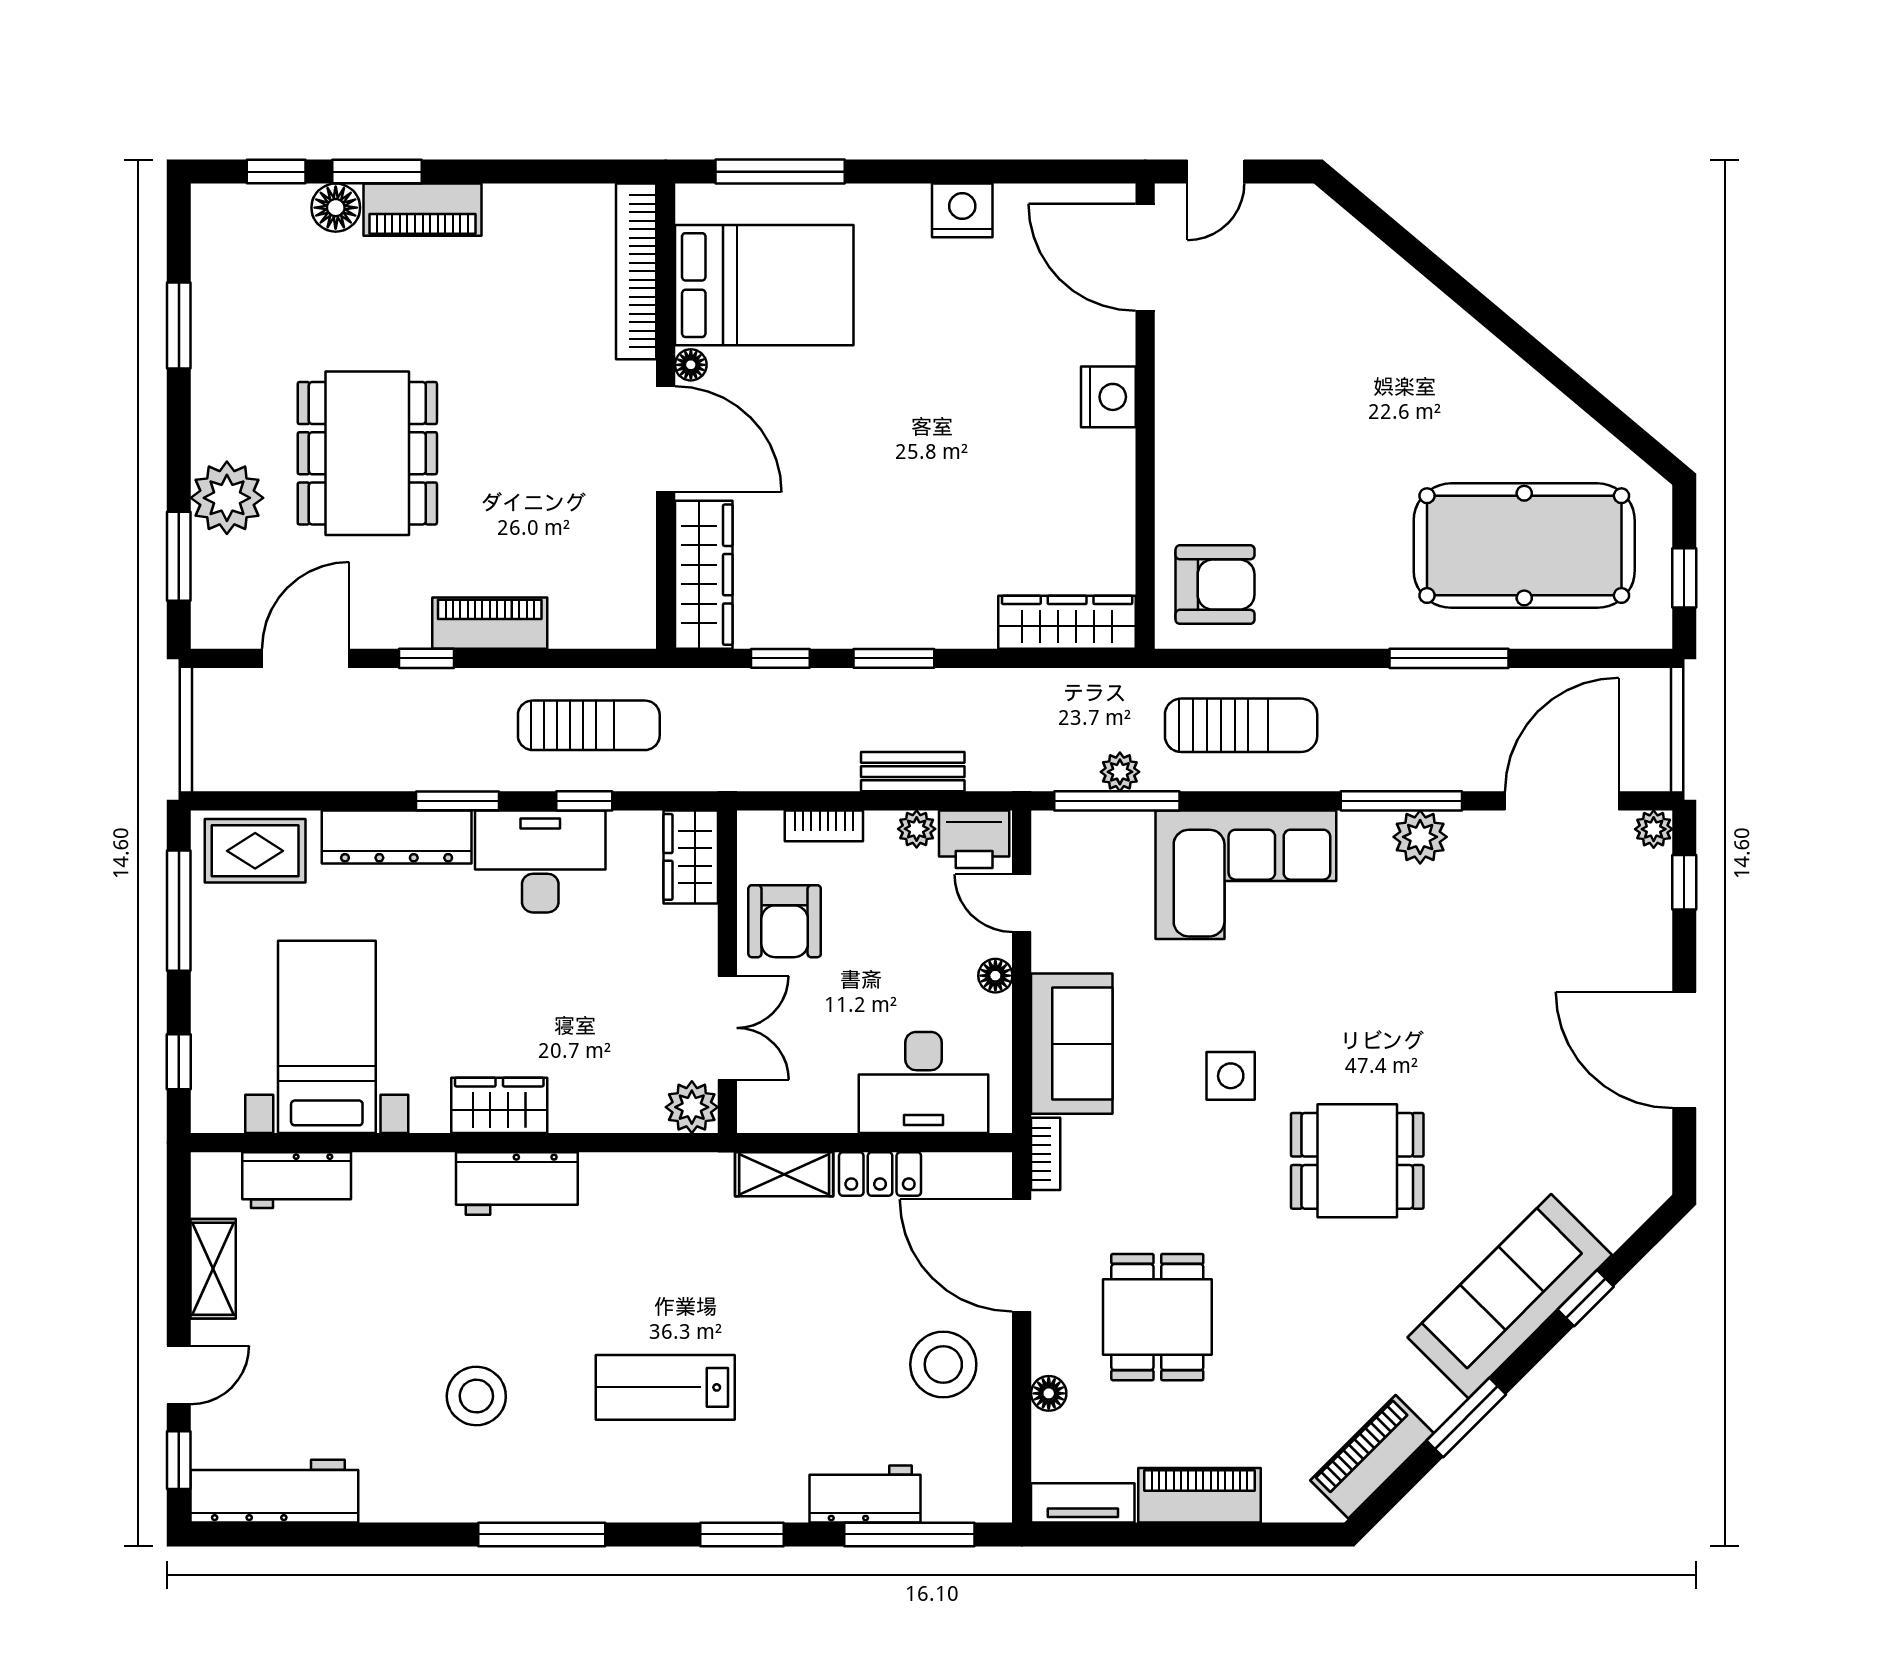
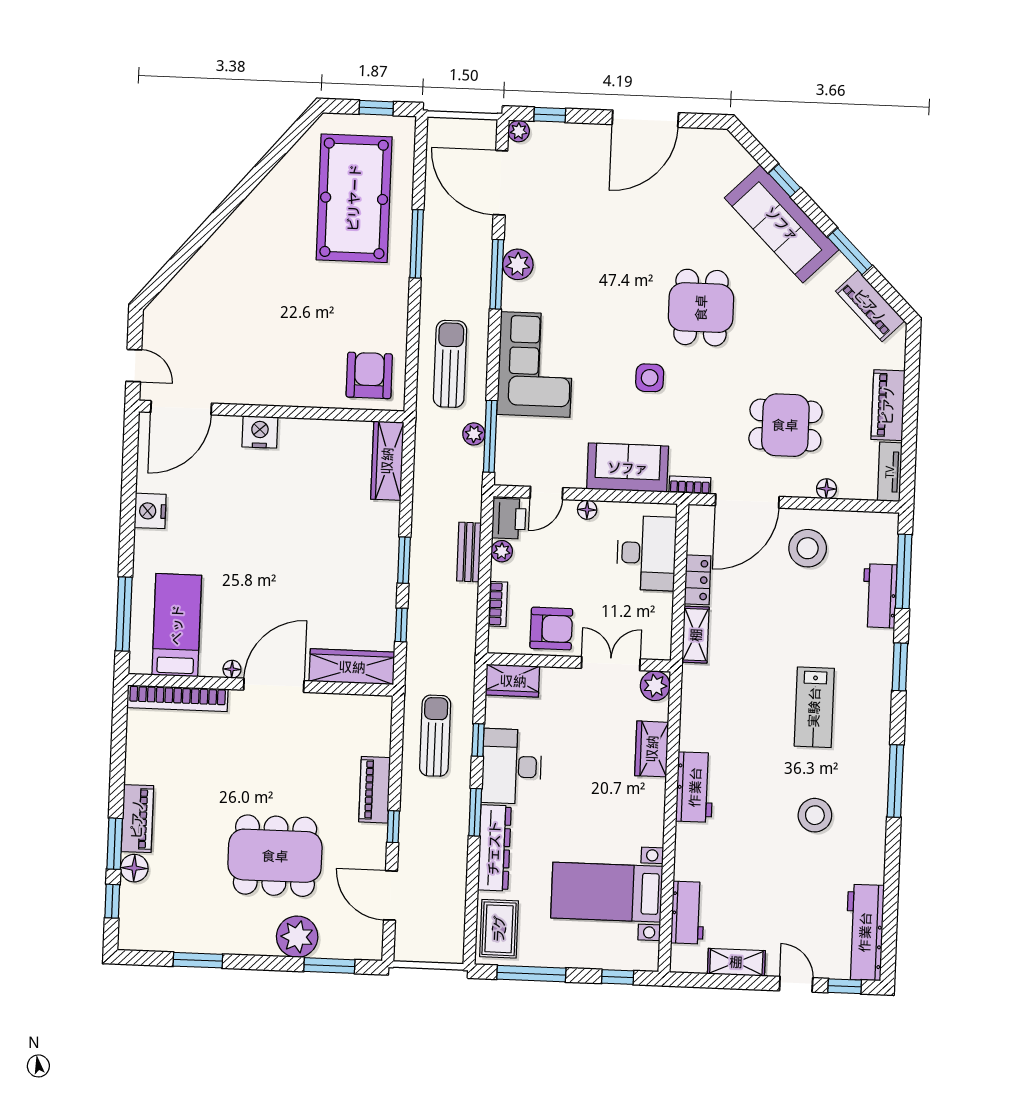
bed: (764, 285) -> (177, 625), width x0.67
wardrobe: (499, 1105) -> (652, 749), moved

